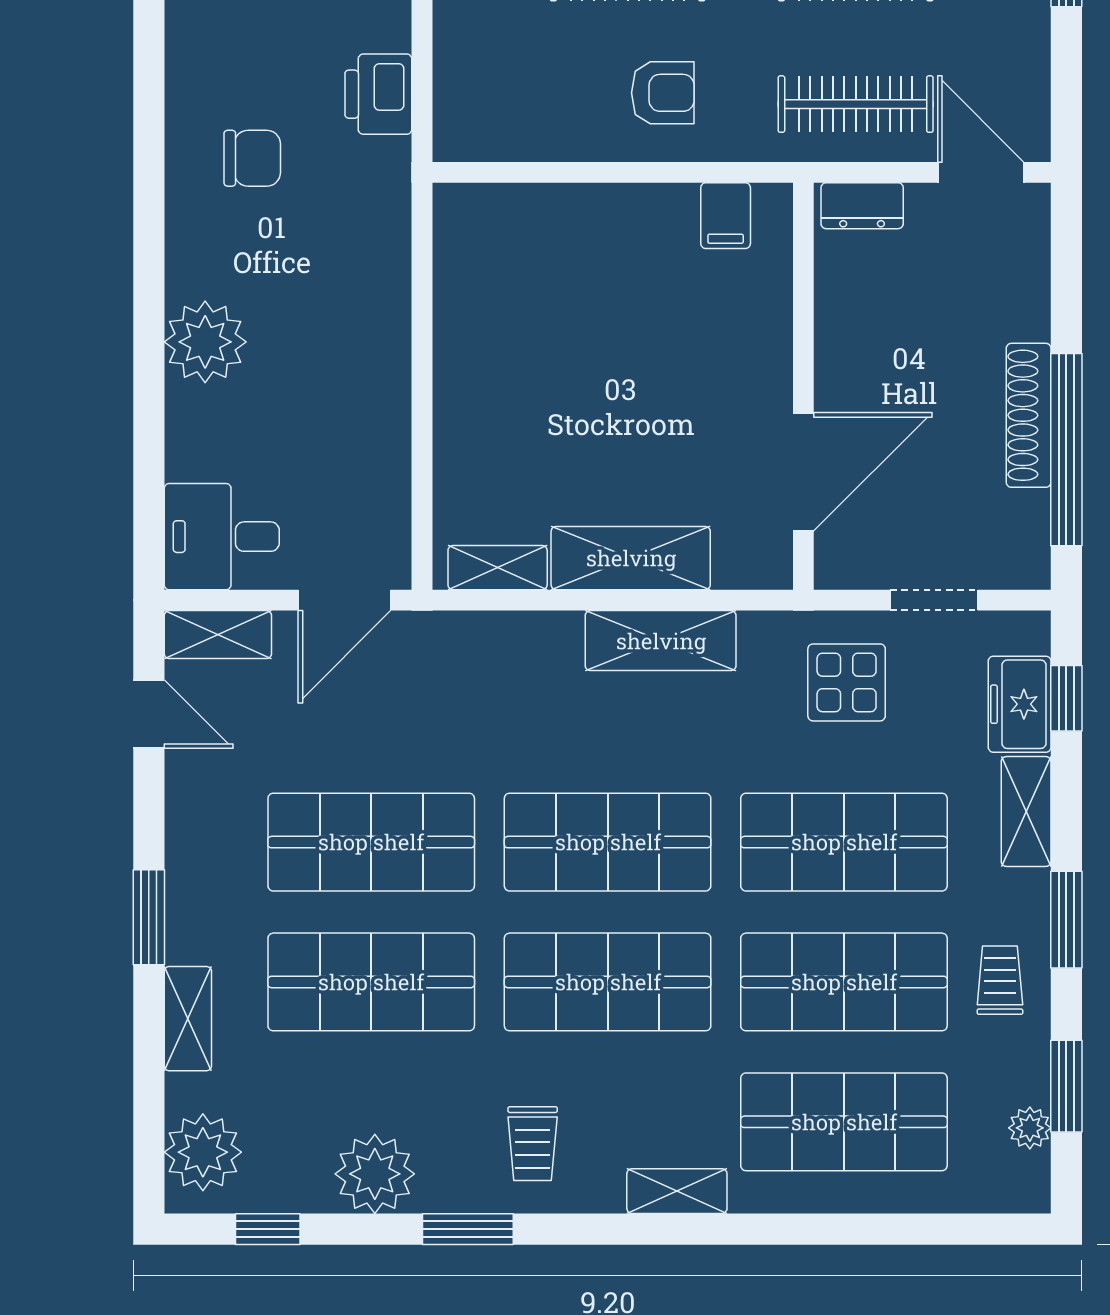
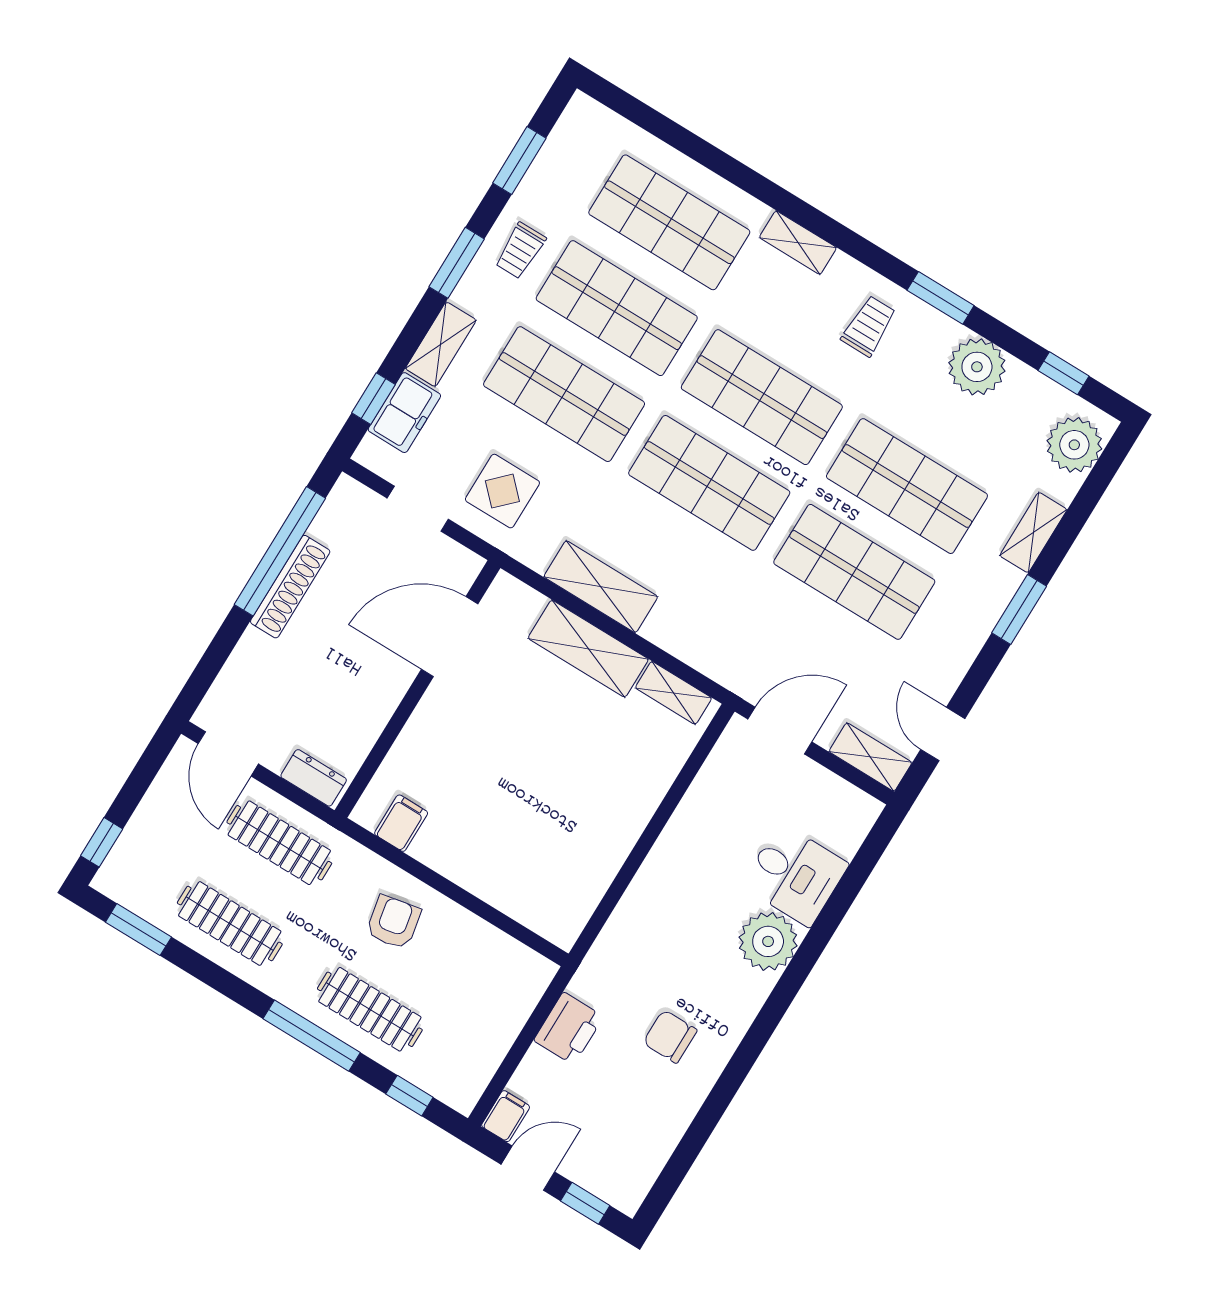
armchair: (663, 93) -> (393, 922), turned 79
desk: (222, 537) -> (795, 875), moved
plant: (1030, 1128) -> (558, 149), removed

